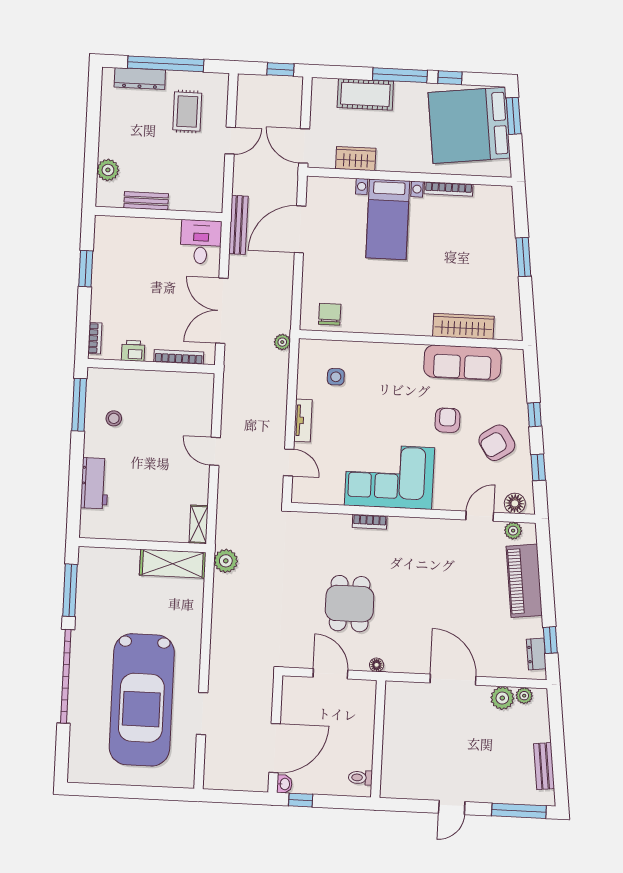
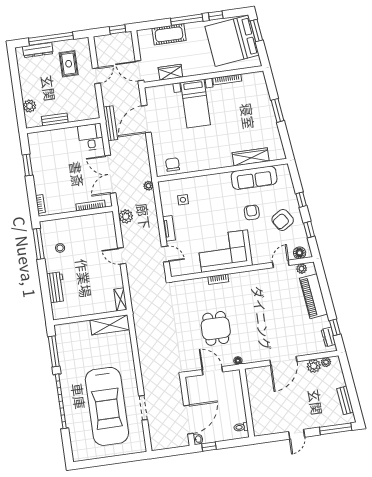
printer: (133, 351) -> (64, 207), removed
plant: (226, 561) -> (126, 216), moved
door: (453, 680) -> (283, 361), swing flipped

